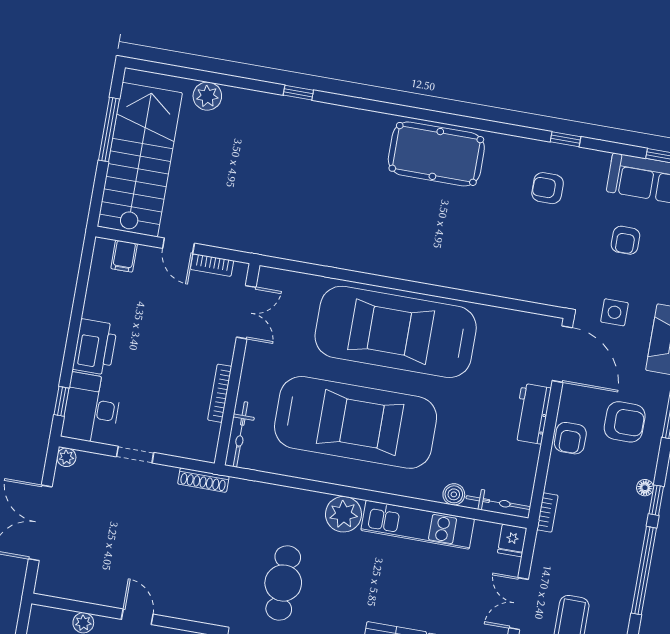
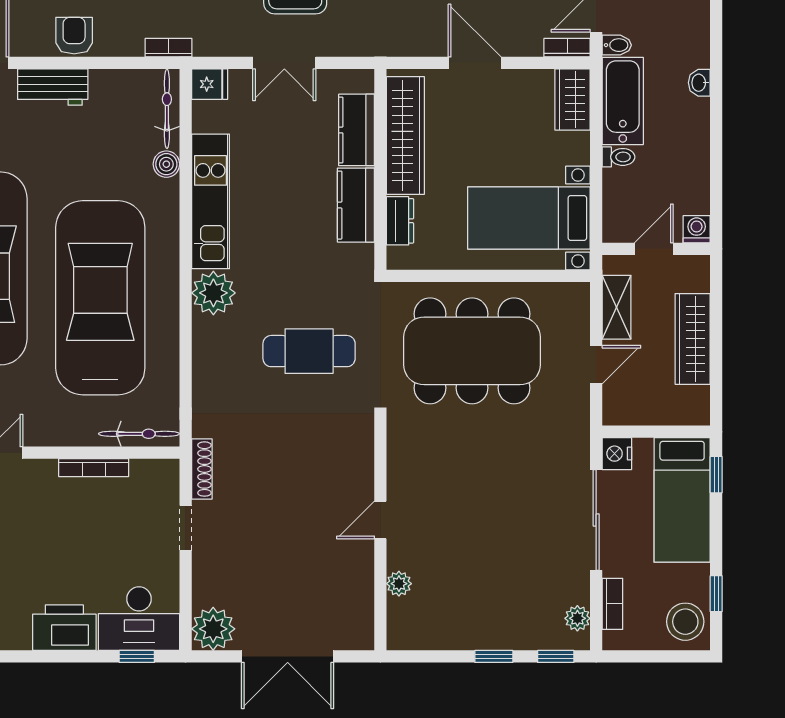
armchair: (570, 438) -> (74, 36), turned -90
doorway: (135, 455) -> (186, 528), moved
plant: (66, 457) -> (213, 629), width x1.88, depth x1.88

